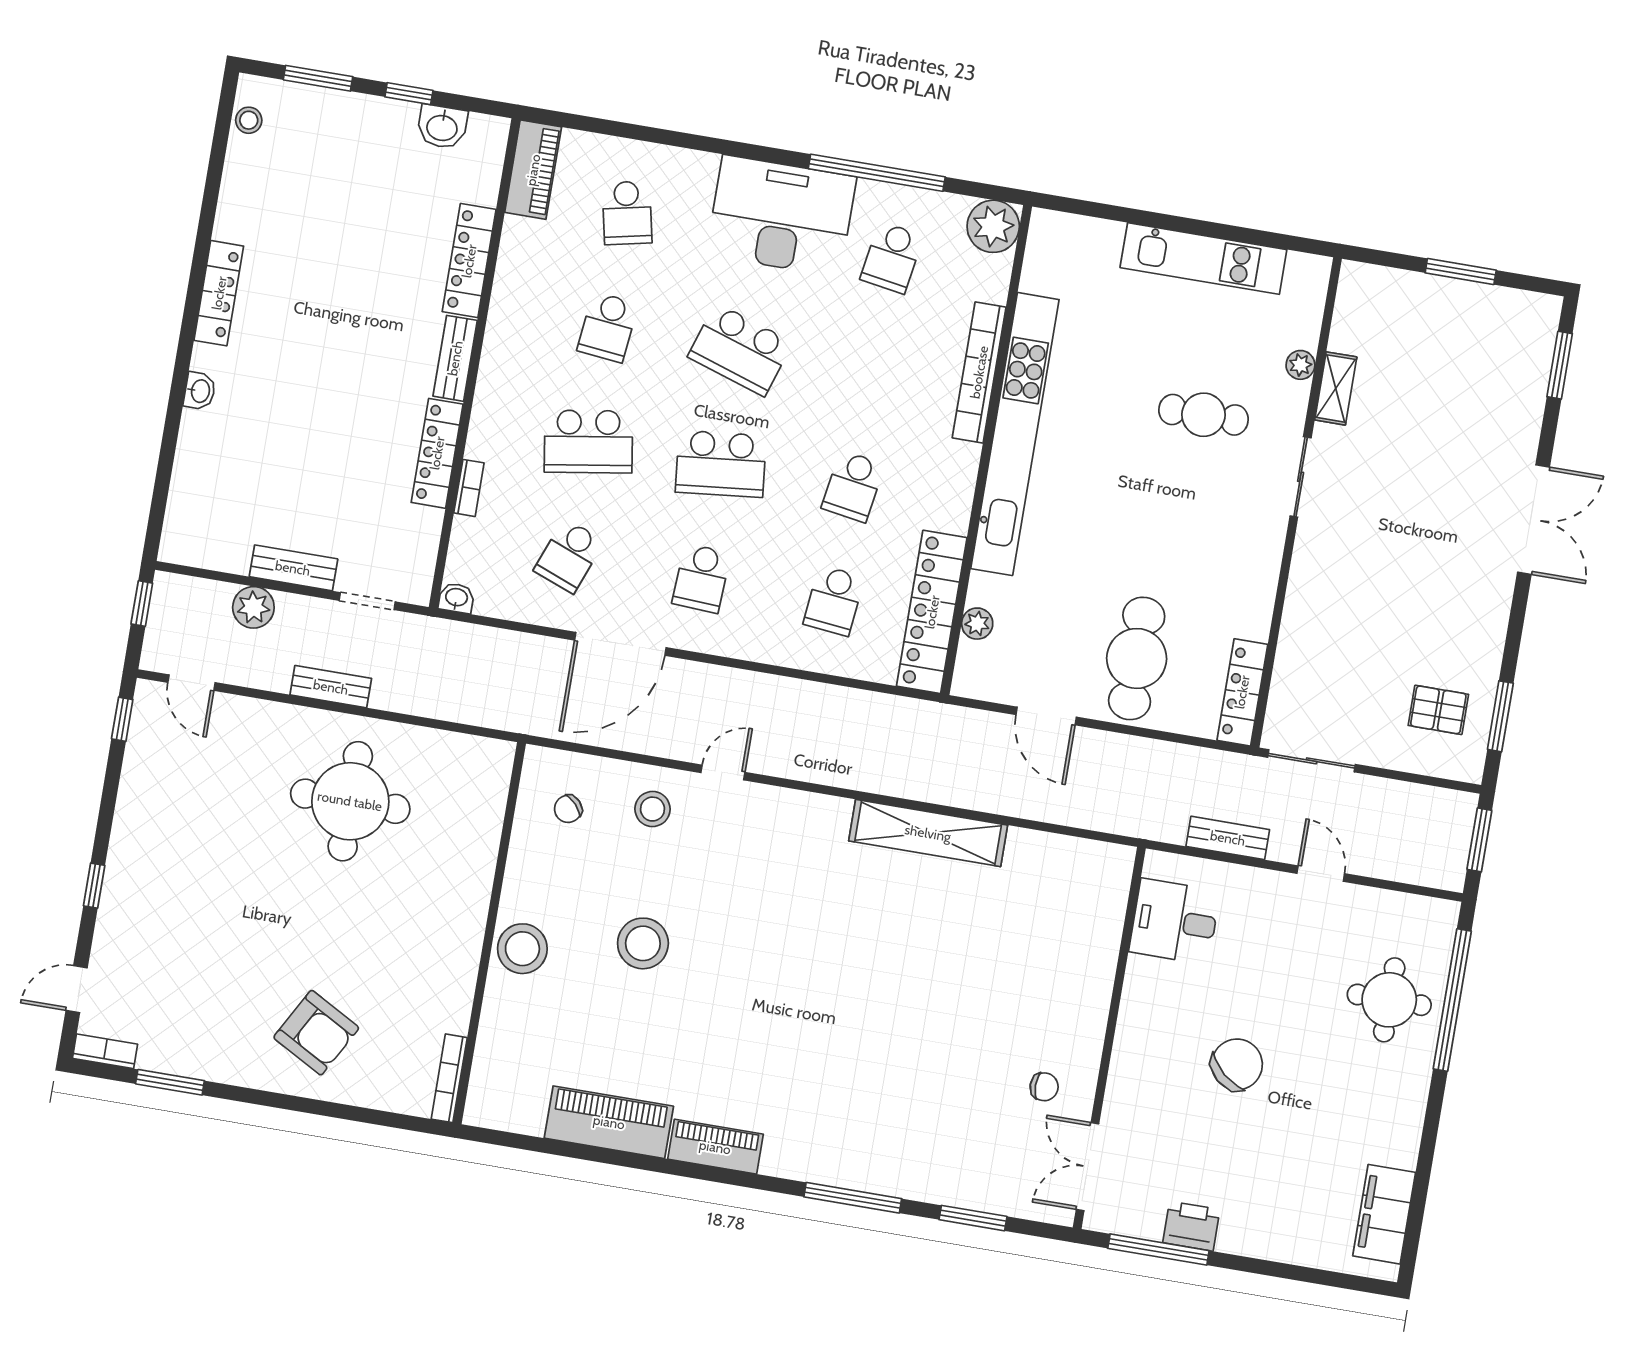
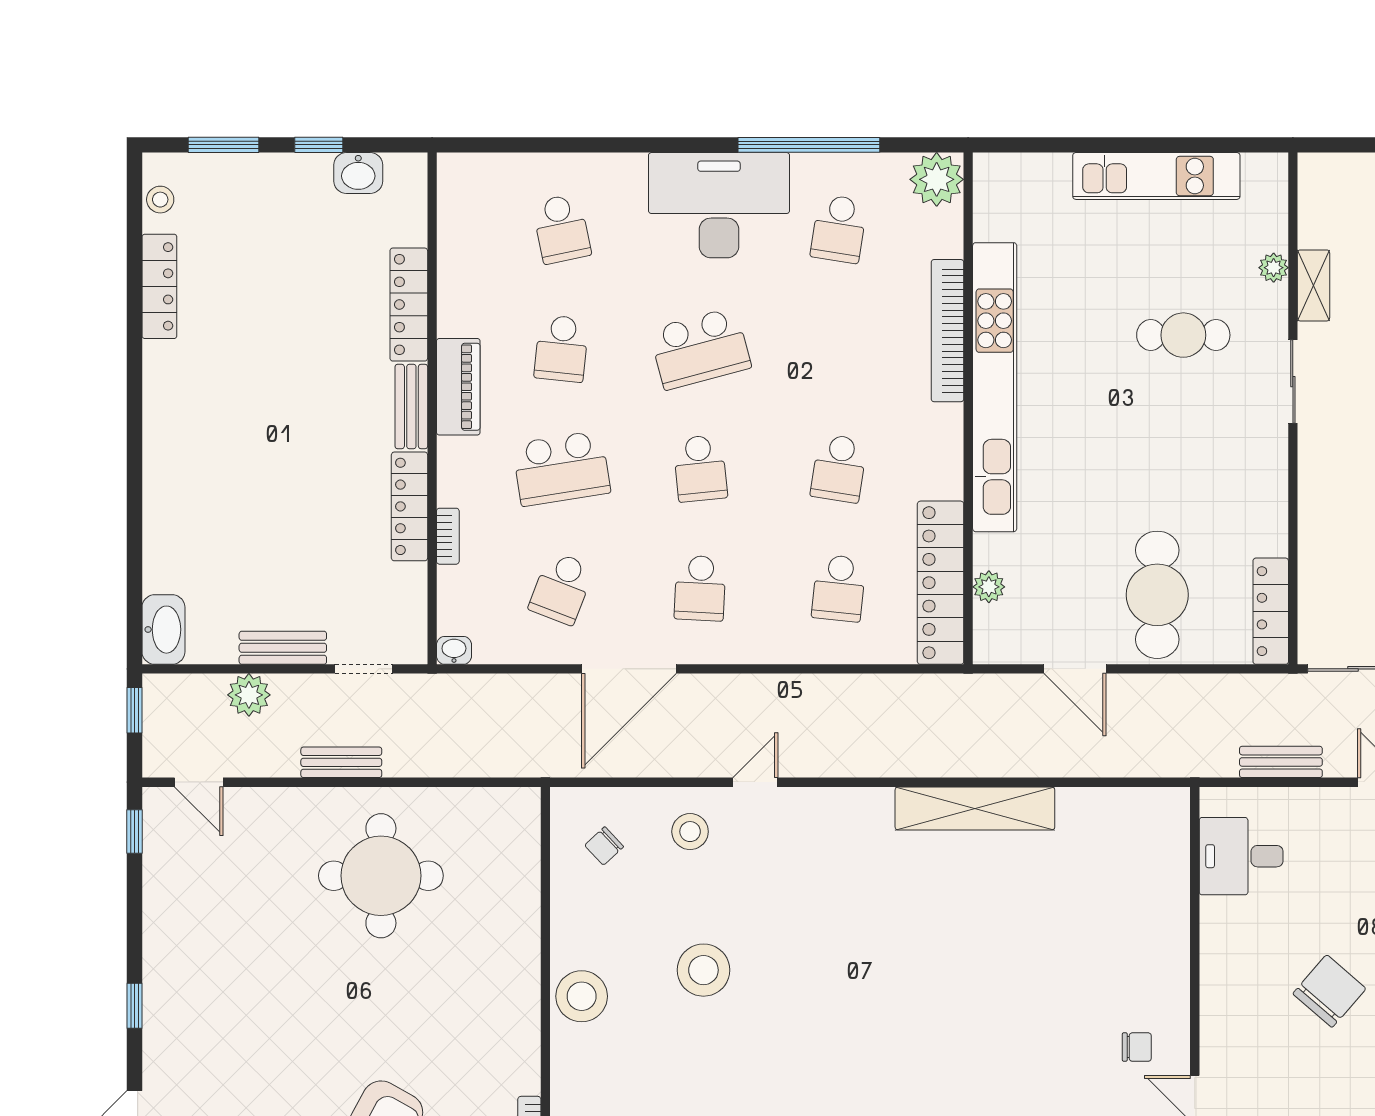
piano: (533, 170) -> (458, 387), moved
locker: (219, 293) -> (159, 286), moved
school desk: (740, 350) -> (700, 349), turned -33
washbasin: (200, 391) -> (163, 630), moved, width x1.91, depth x1.45
school desk: (721, 464) -> (700, 468), width x0.54

